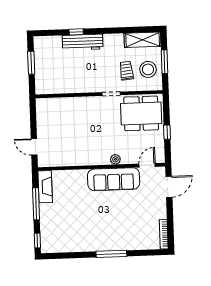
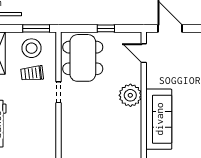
window: (165, 62) -> (36, 28), moved
plant: (115, 159) -> (130, 95), width x1.87, depth x1.87
sofa: (114, 179) -> (159, 119), moved

